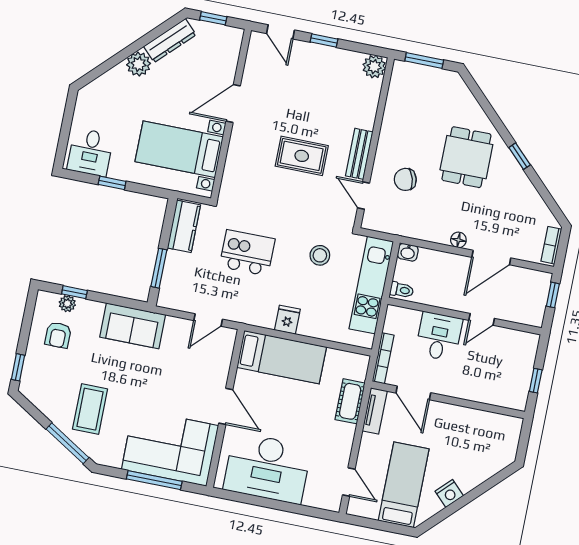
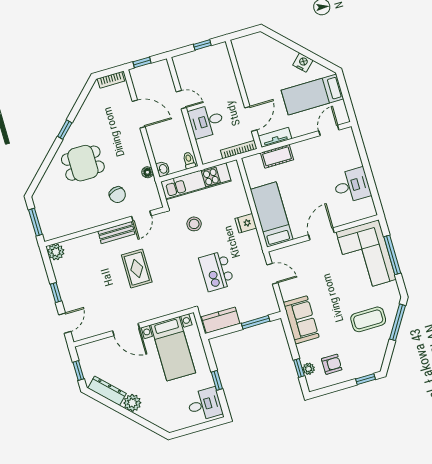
floor lamp: (458, 240) -> (147, 172), moved
desk: (267, 468) -> (352, 185), width x0.53, depth x0.77

